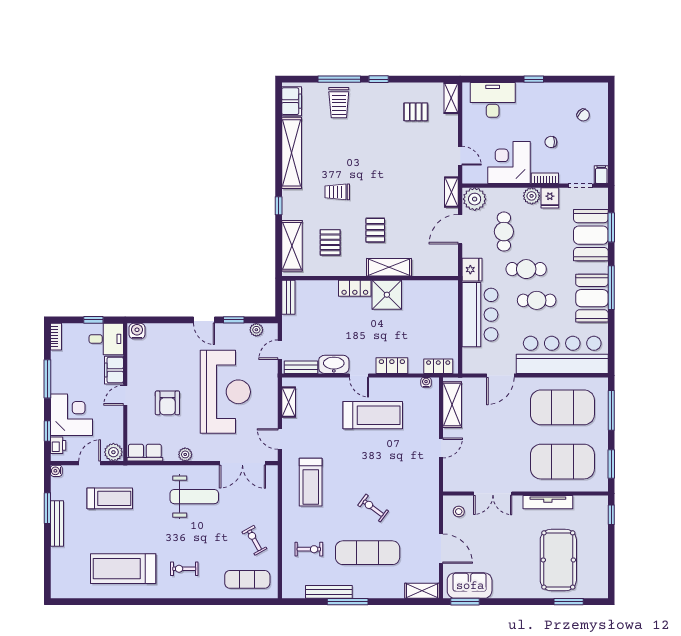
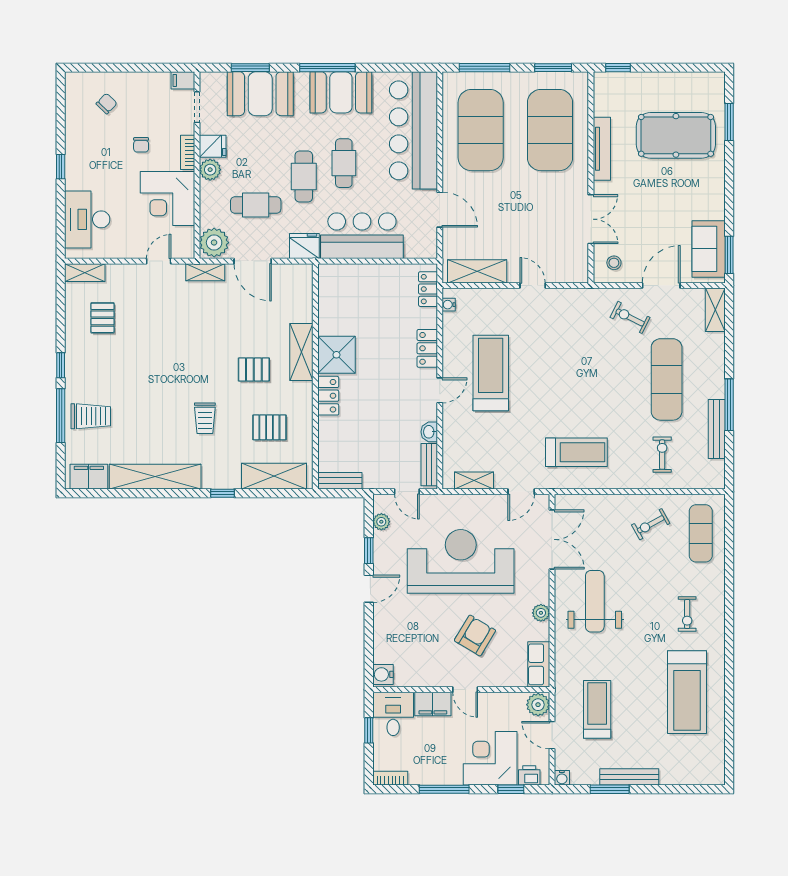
washbasin: (334, 364) -> (429, 432), width x0.52, depth x0.69
armchair: (167, 403) -> (475, 635), turned -59
exercise bike: (373, 508) -> (630, 317), moved, turned 80

